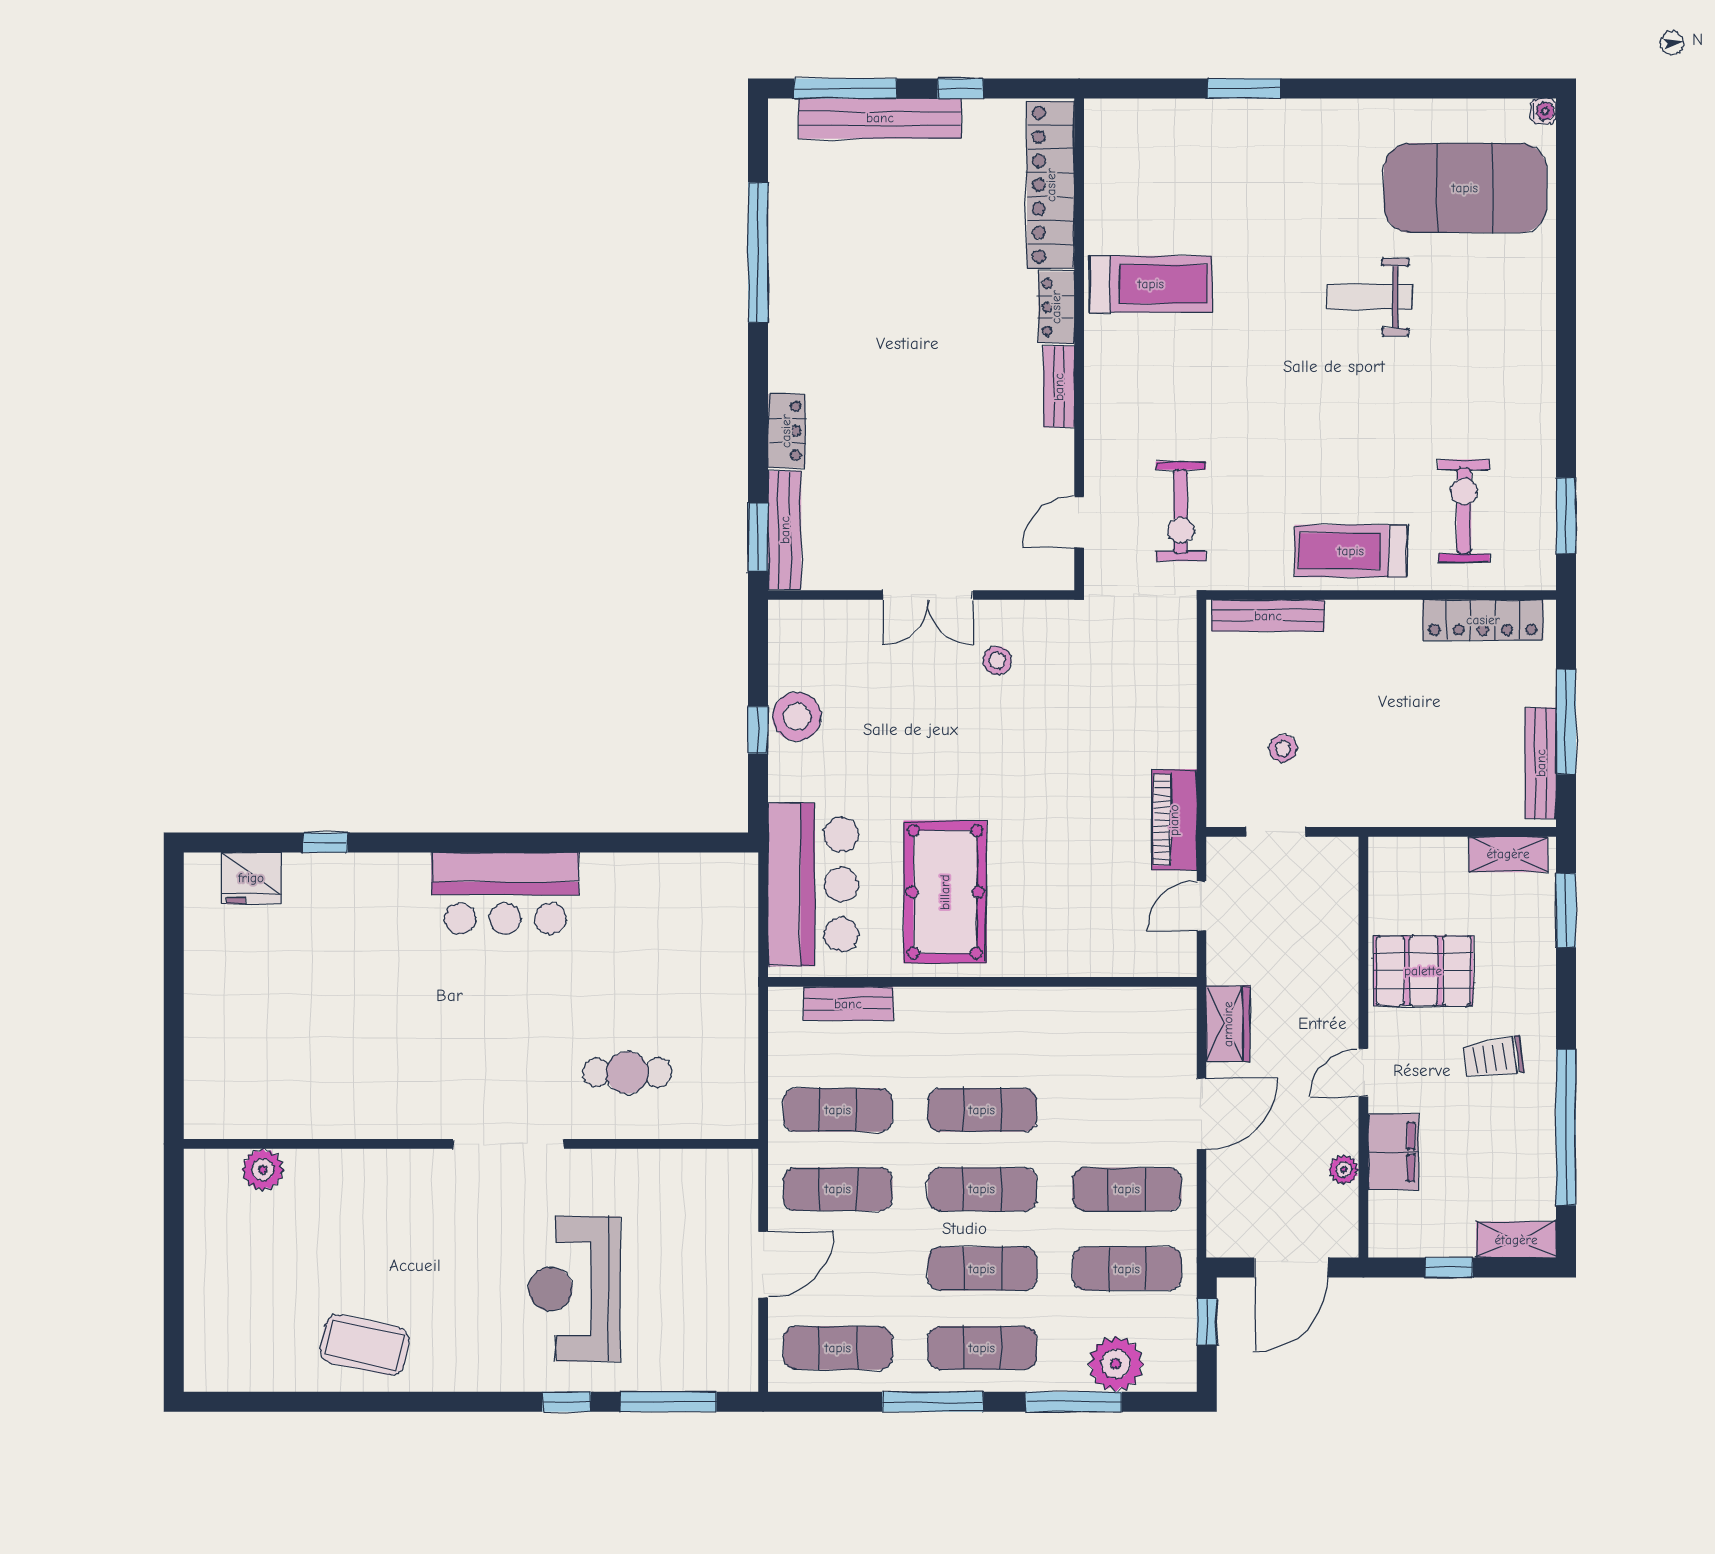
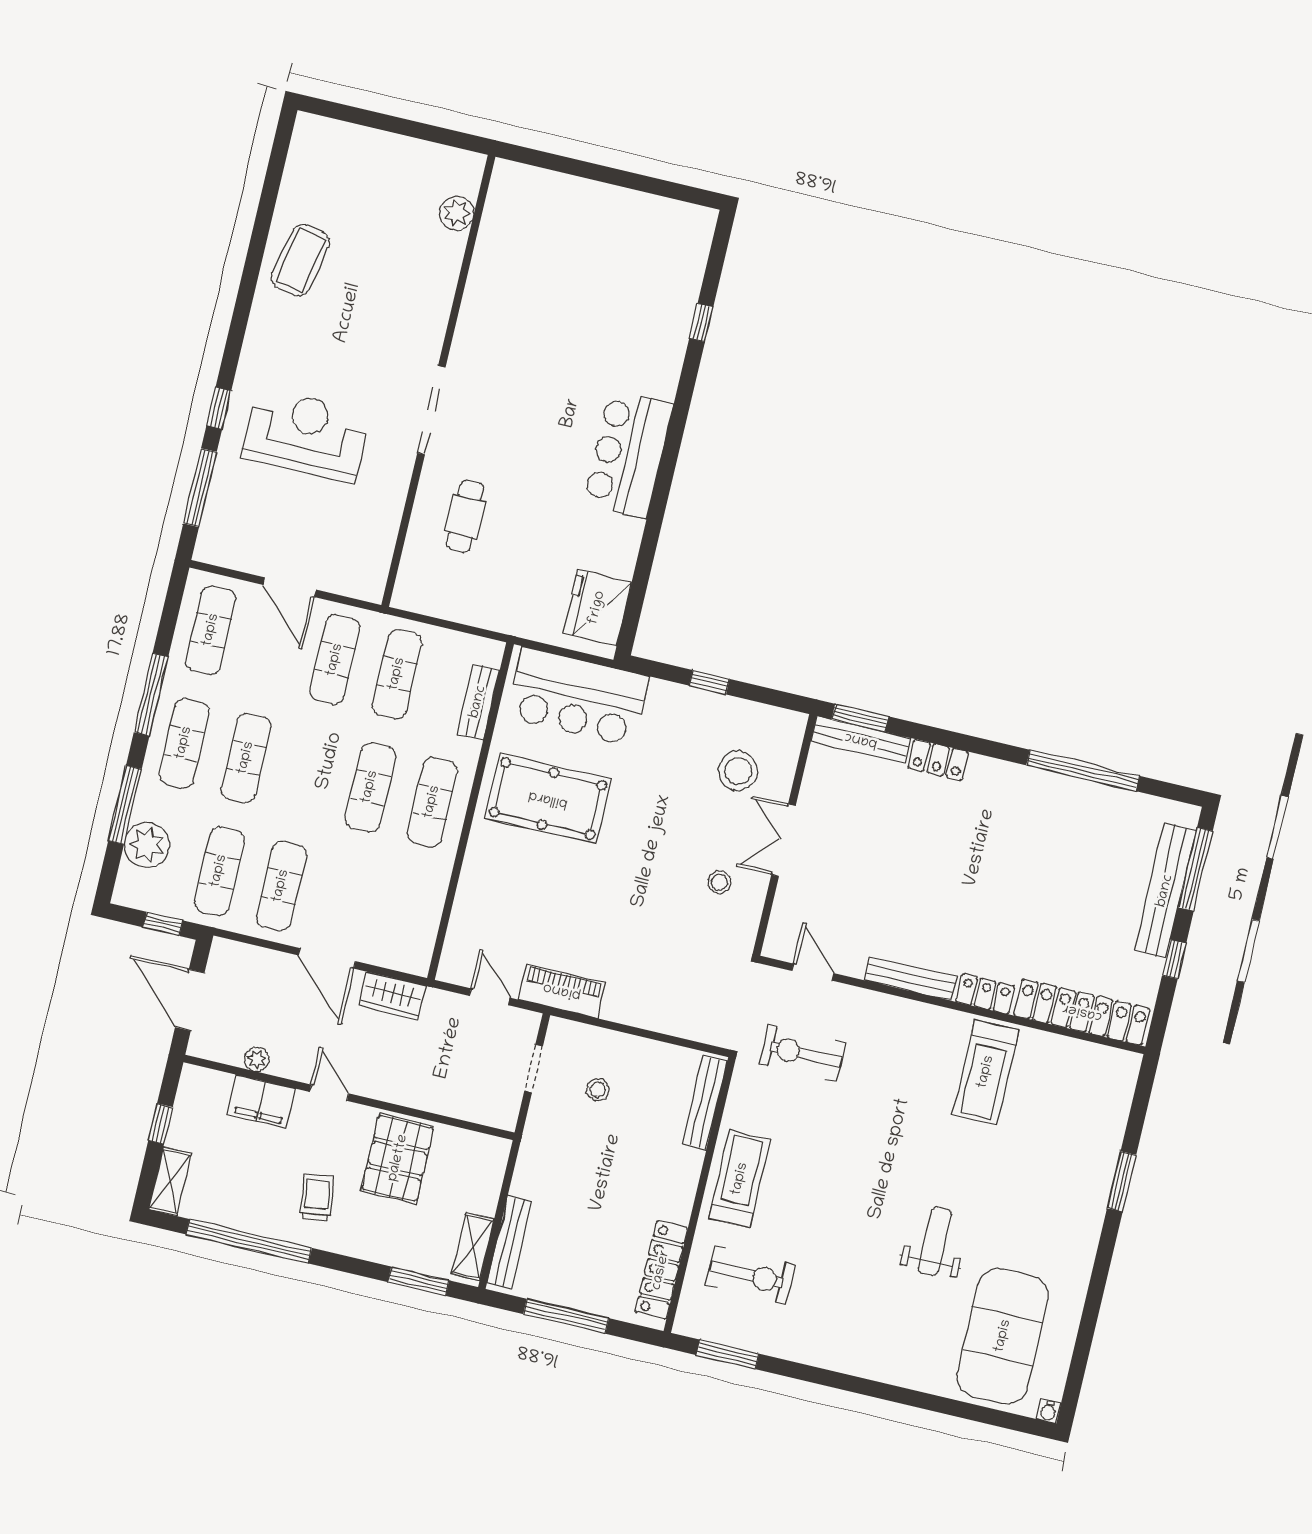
bench: (1059, 387) -> (911, 978), width x1.36
stool: (797, 717) -> (738, 771), moved
bench: (1541, 763) -> (509, 1243), moved, turned 90
fridge: (251, 878) -> (597, 608), moved, width x1.36, depth x1.34
exercise mat: (982, 1189) -> (432, 802), moved

